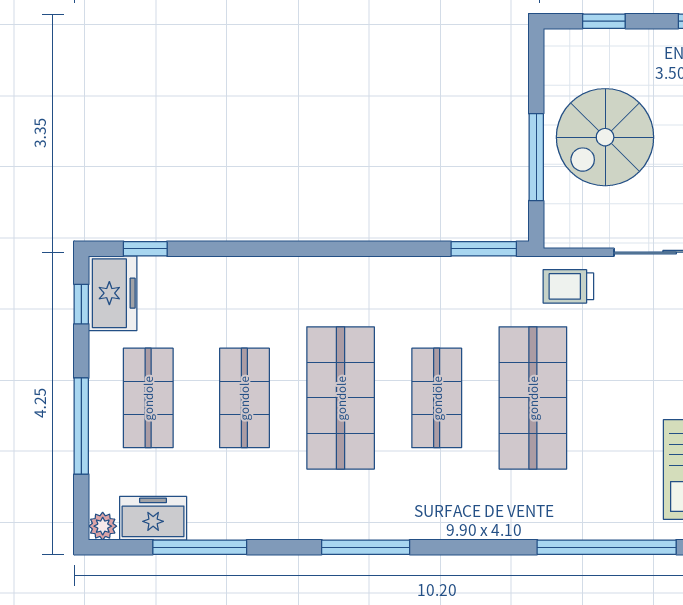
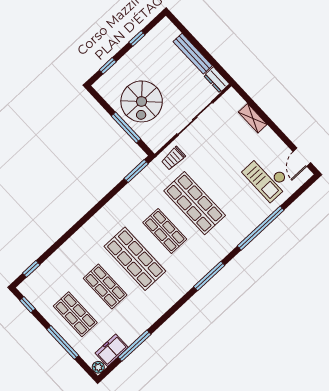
freezer: (113, 293) -> (34, 292), removed
window: (366, 547) -> (209, 276), moved

